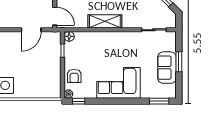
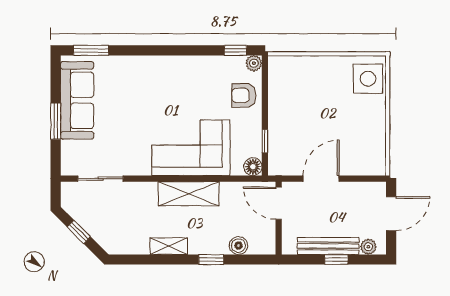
sofa: (167, 68) -> (77, 100), width x1.36
armchair: (74, 76) -> (244, 95), turned -90
corner sofa: (118, 83) -> (191, 148), moved, turned 180

